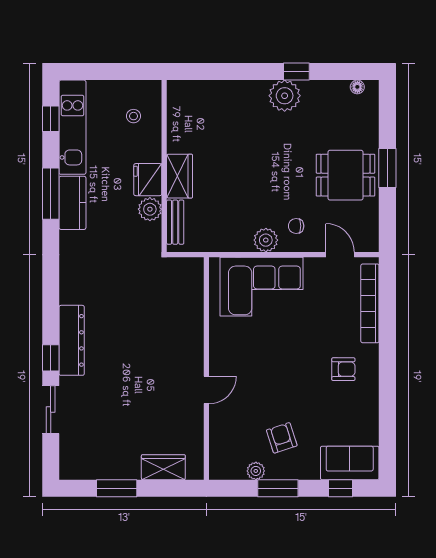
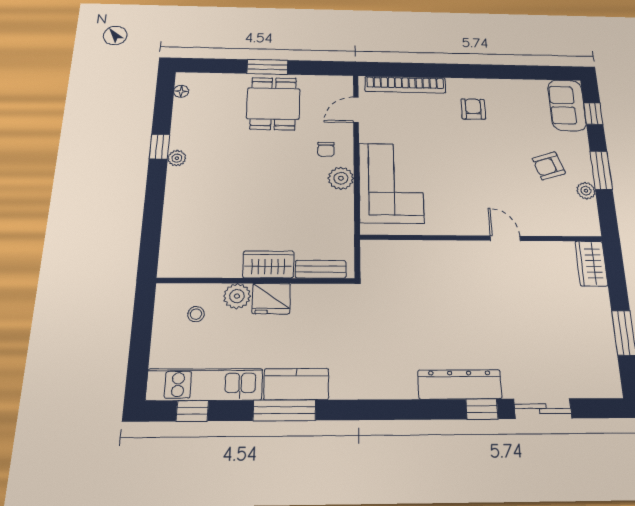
plant: (285, 96) -> (177, 158), width x0.53, depth x0.53
plant: (150, 209) -> (237, 296), moved
wardrobe: (163, 467) -> (591, 264), moved

